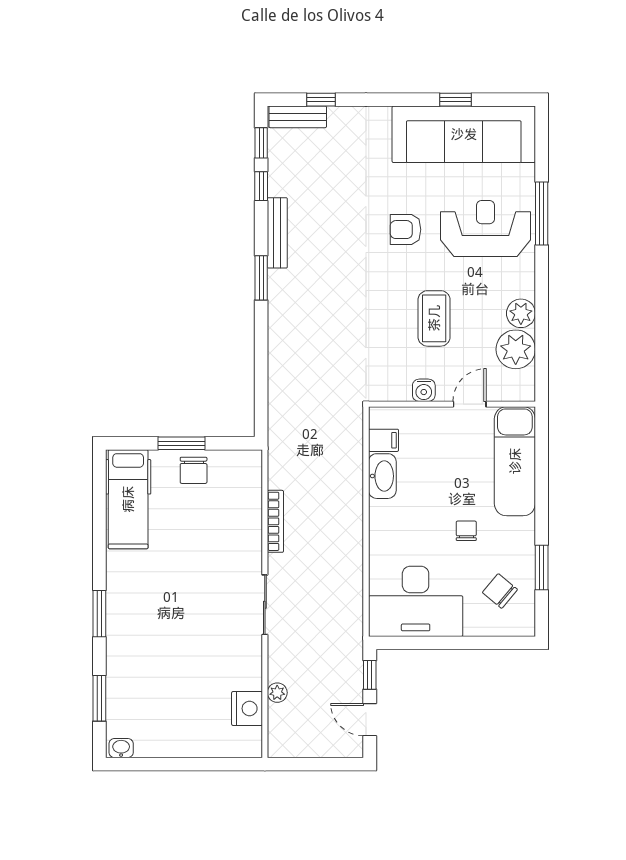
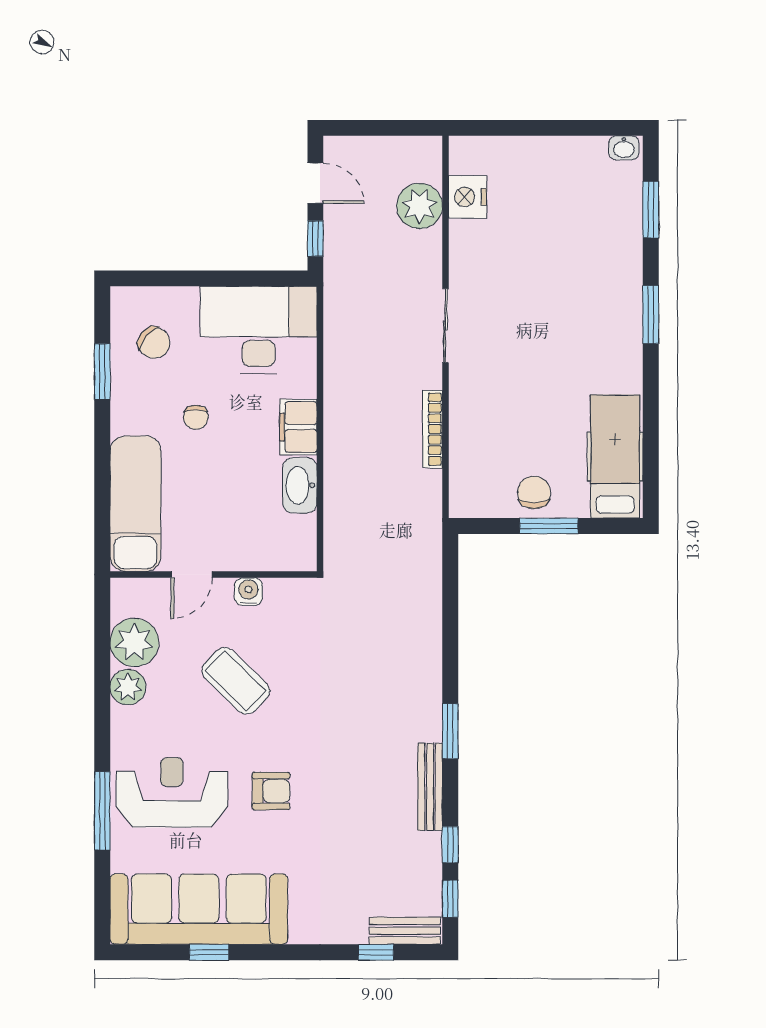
reception desk: (485, 229) -> (172, 792), turned 180
coffee table: (434, 318) -> (236, 681), turned -46
filing cabinet: (383, 440) -> (298, 427), moved, width x2.00
plant: (277, 693) -> (420, 206), width x1.88, depth x1.88

